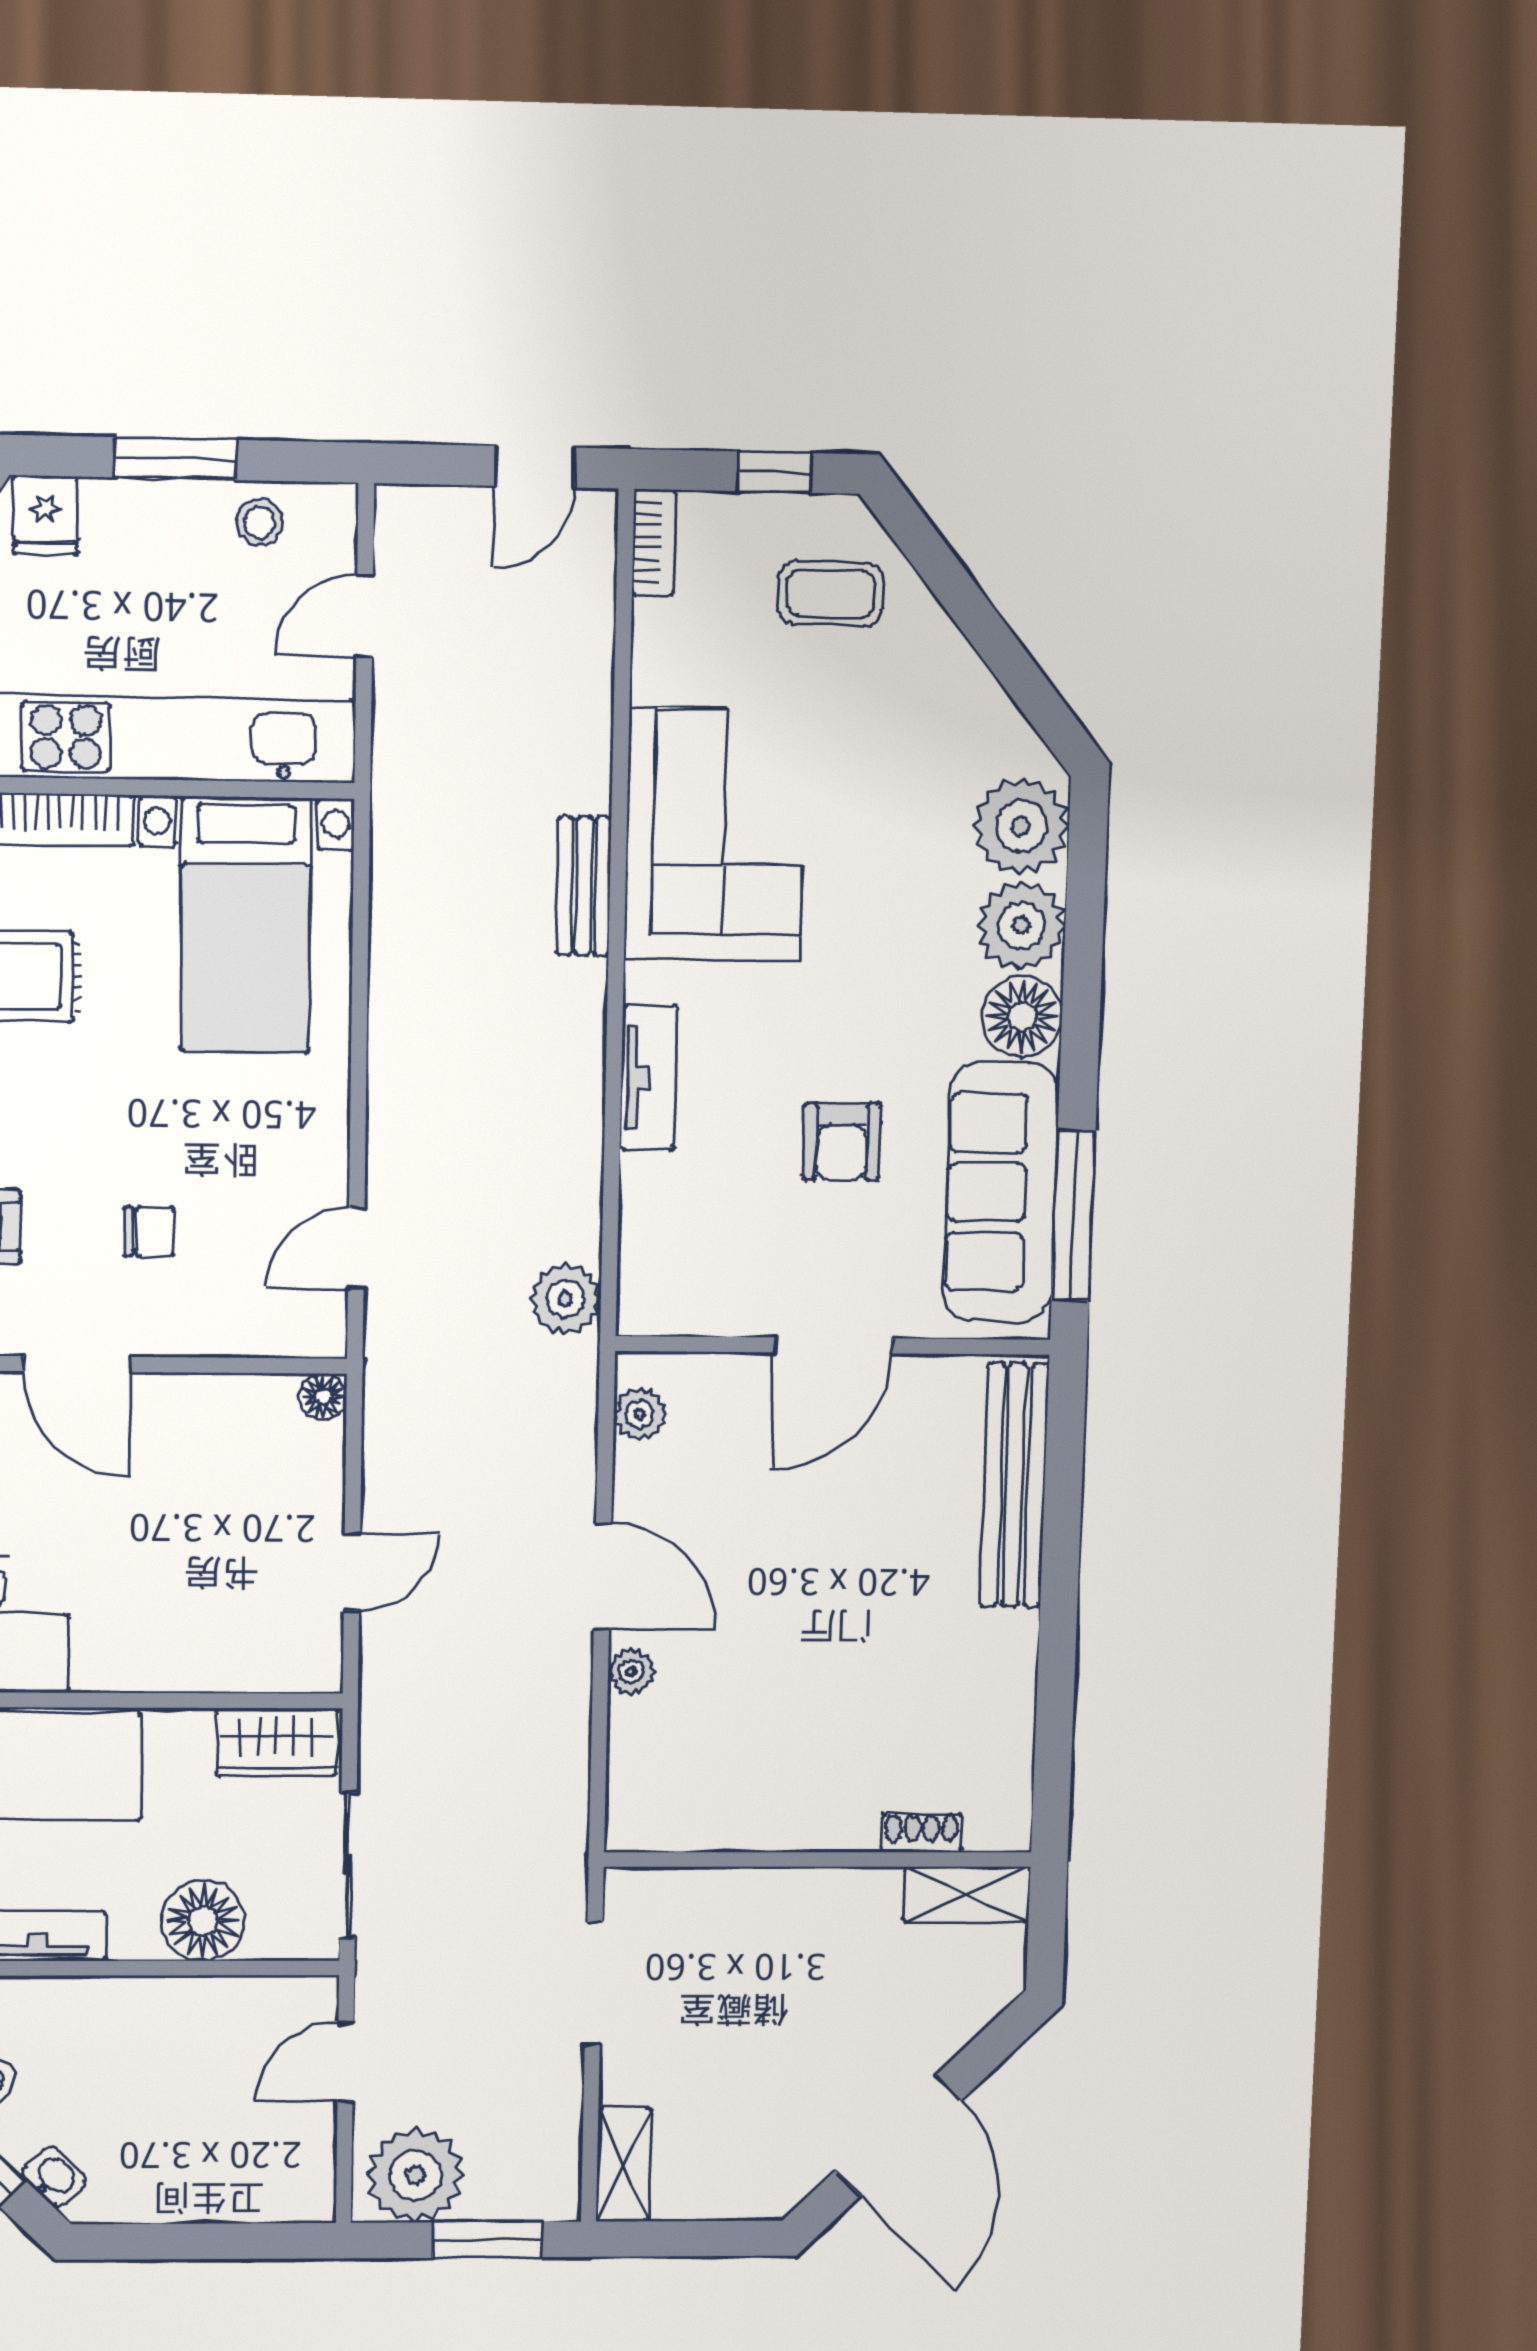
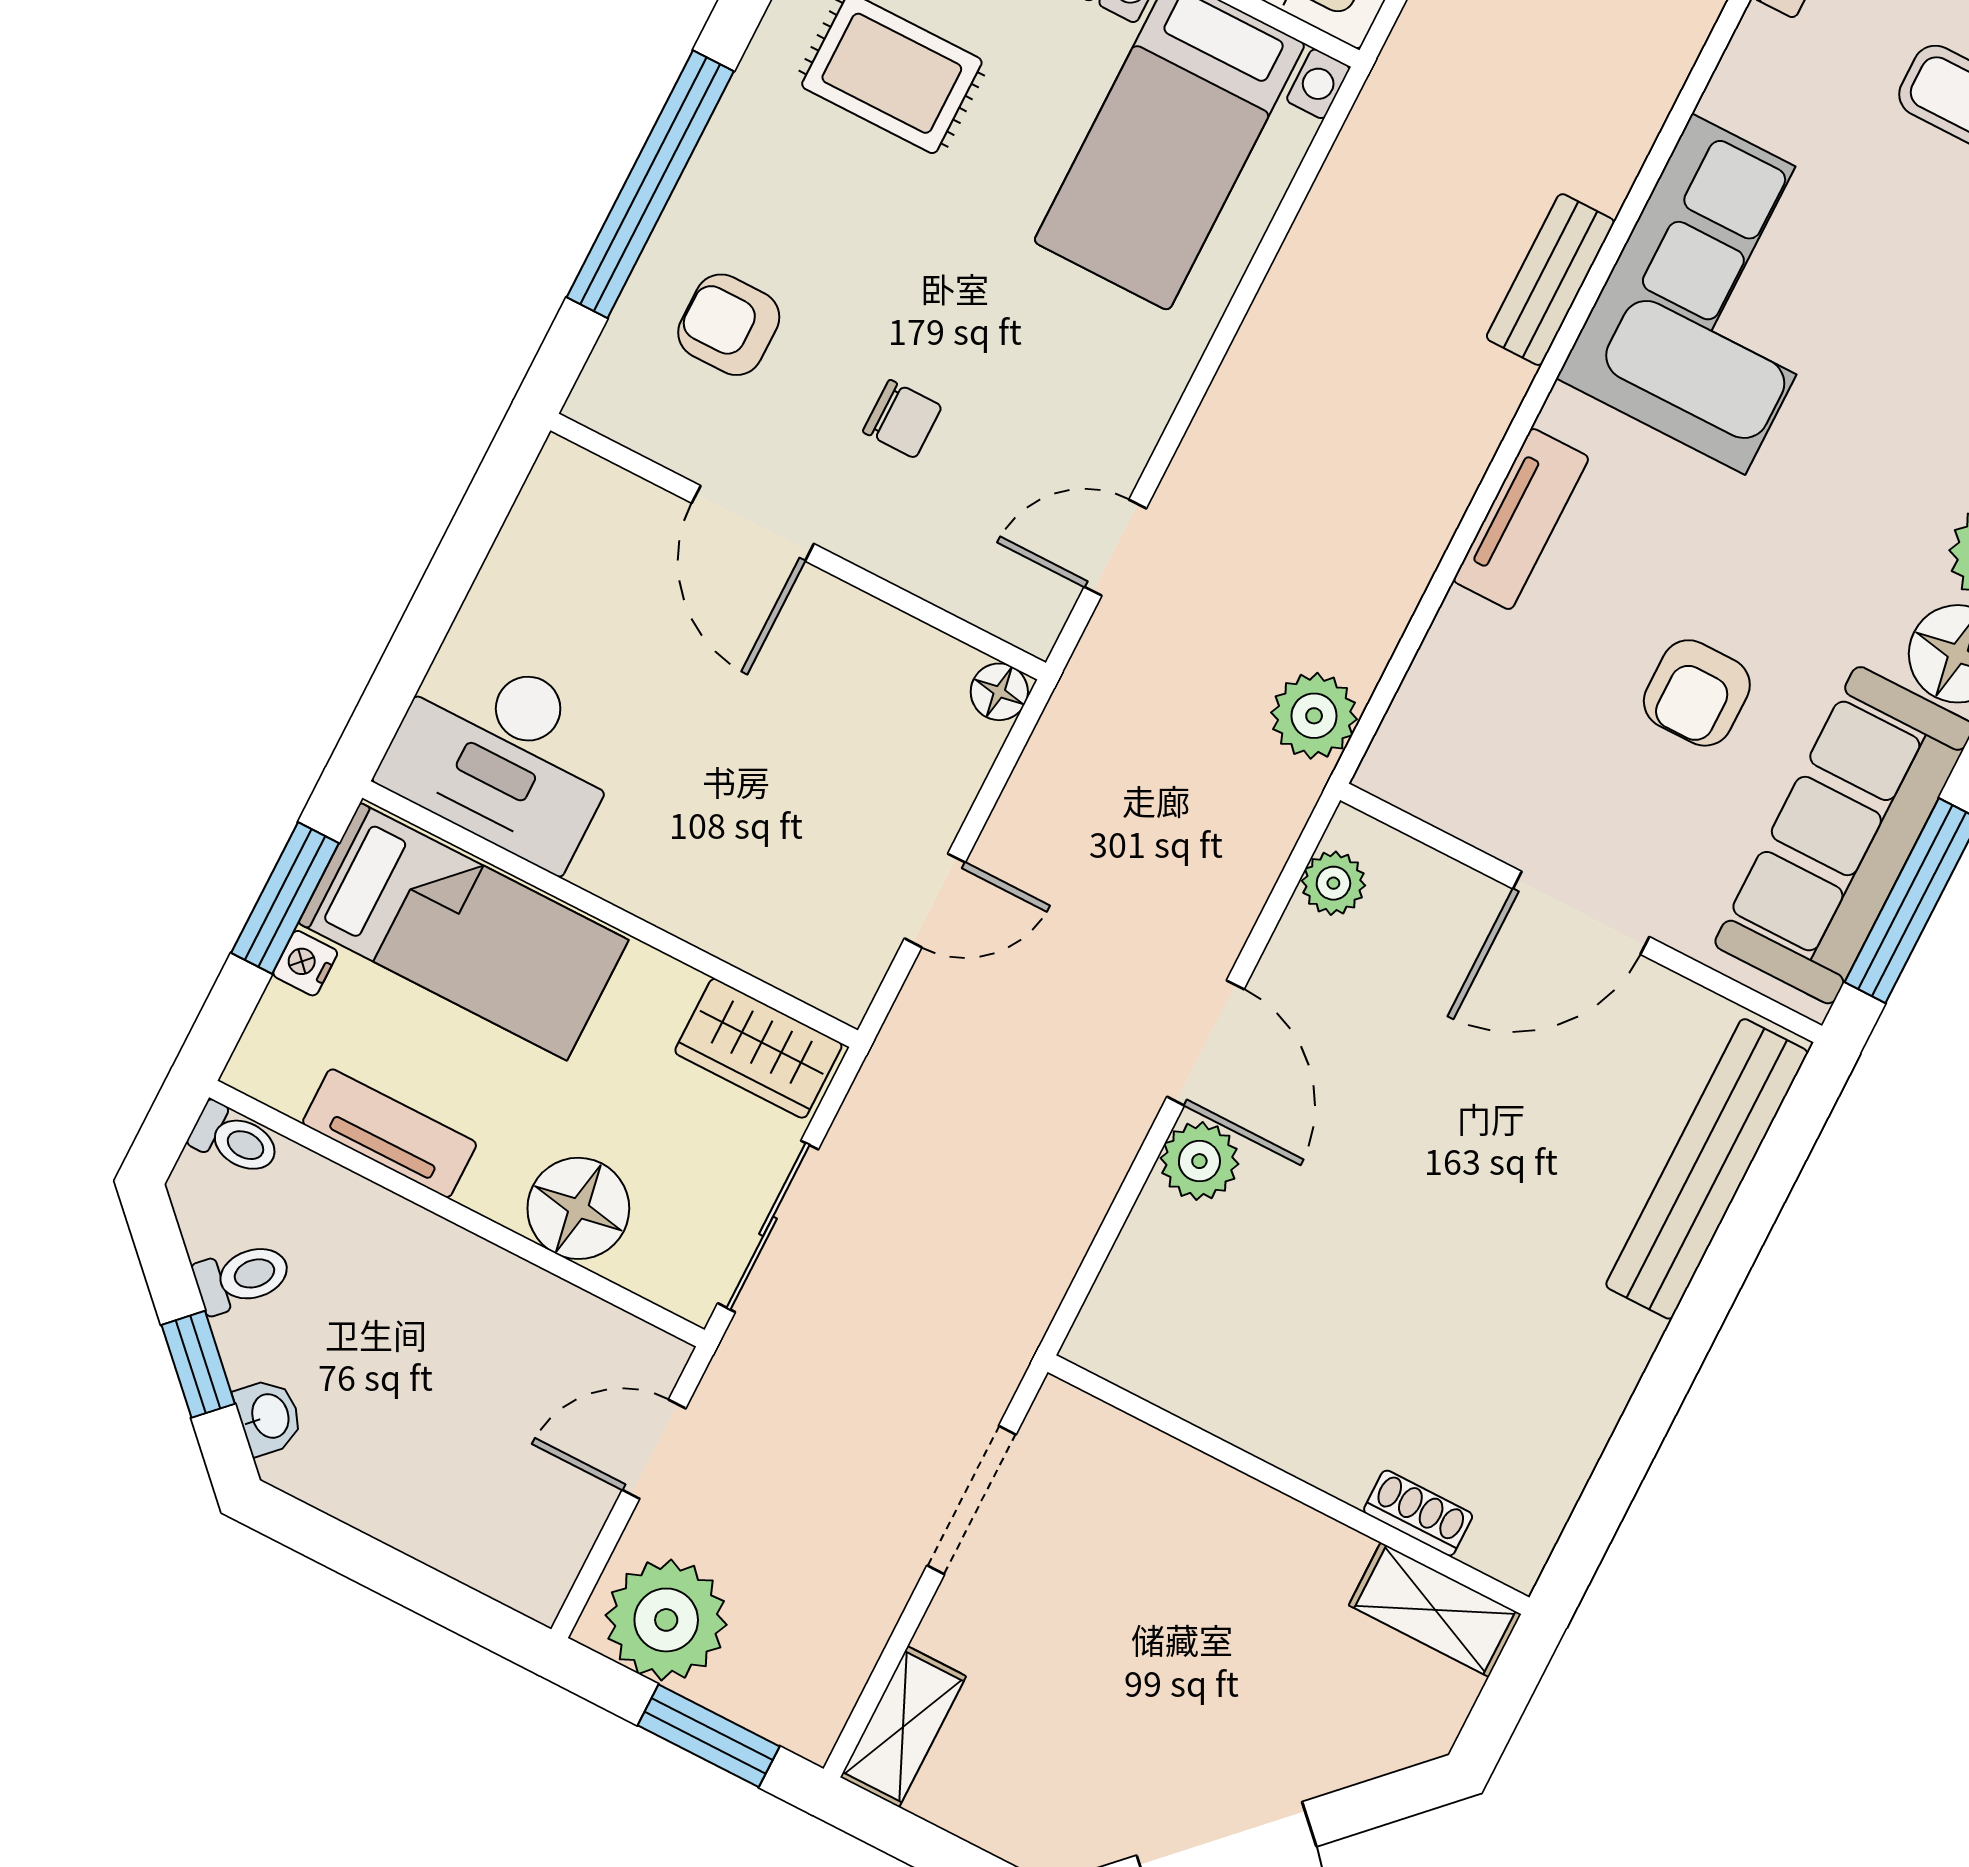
plant: (631, 1672) -> (1199, 1161), width x1.38, depth x1.38

